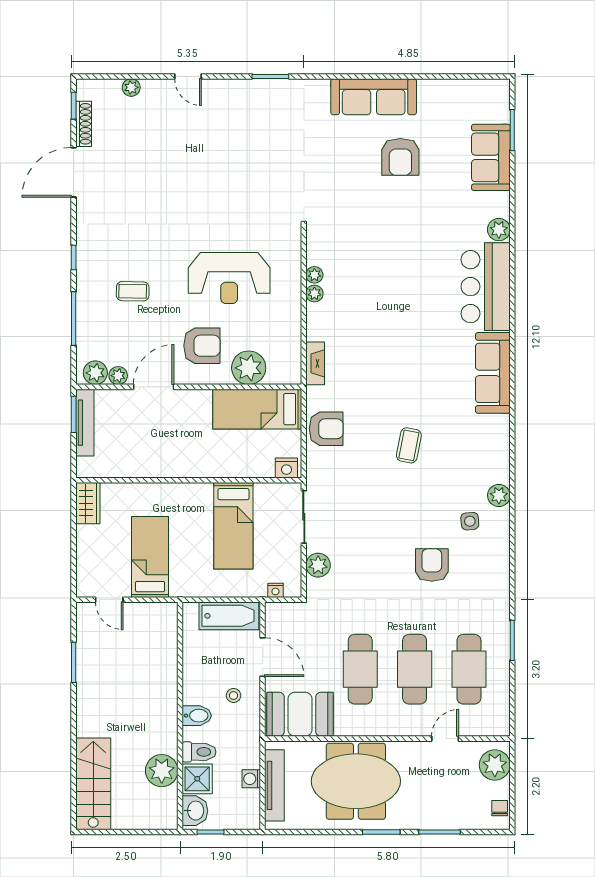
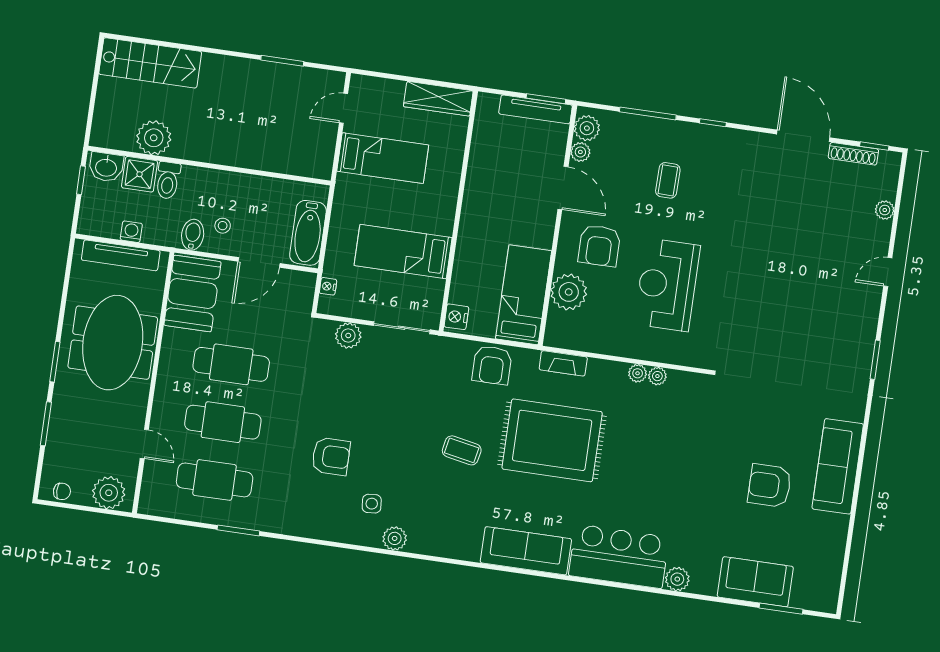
rug: (388, 363) -> (552, 440), added
wardrobe: (88, 503) -> (438, 99), width x1.50
bidet: (197, 716) -> (193, 235), moved, turned 180

